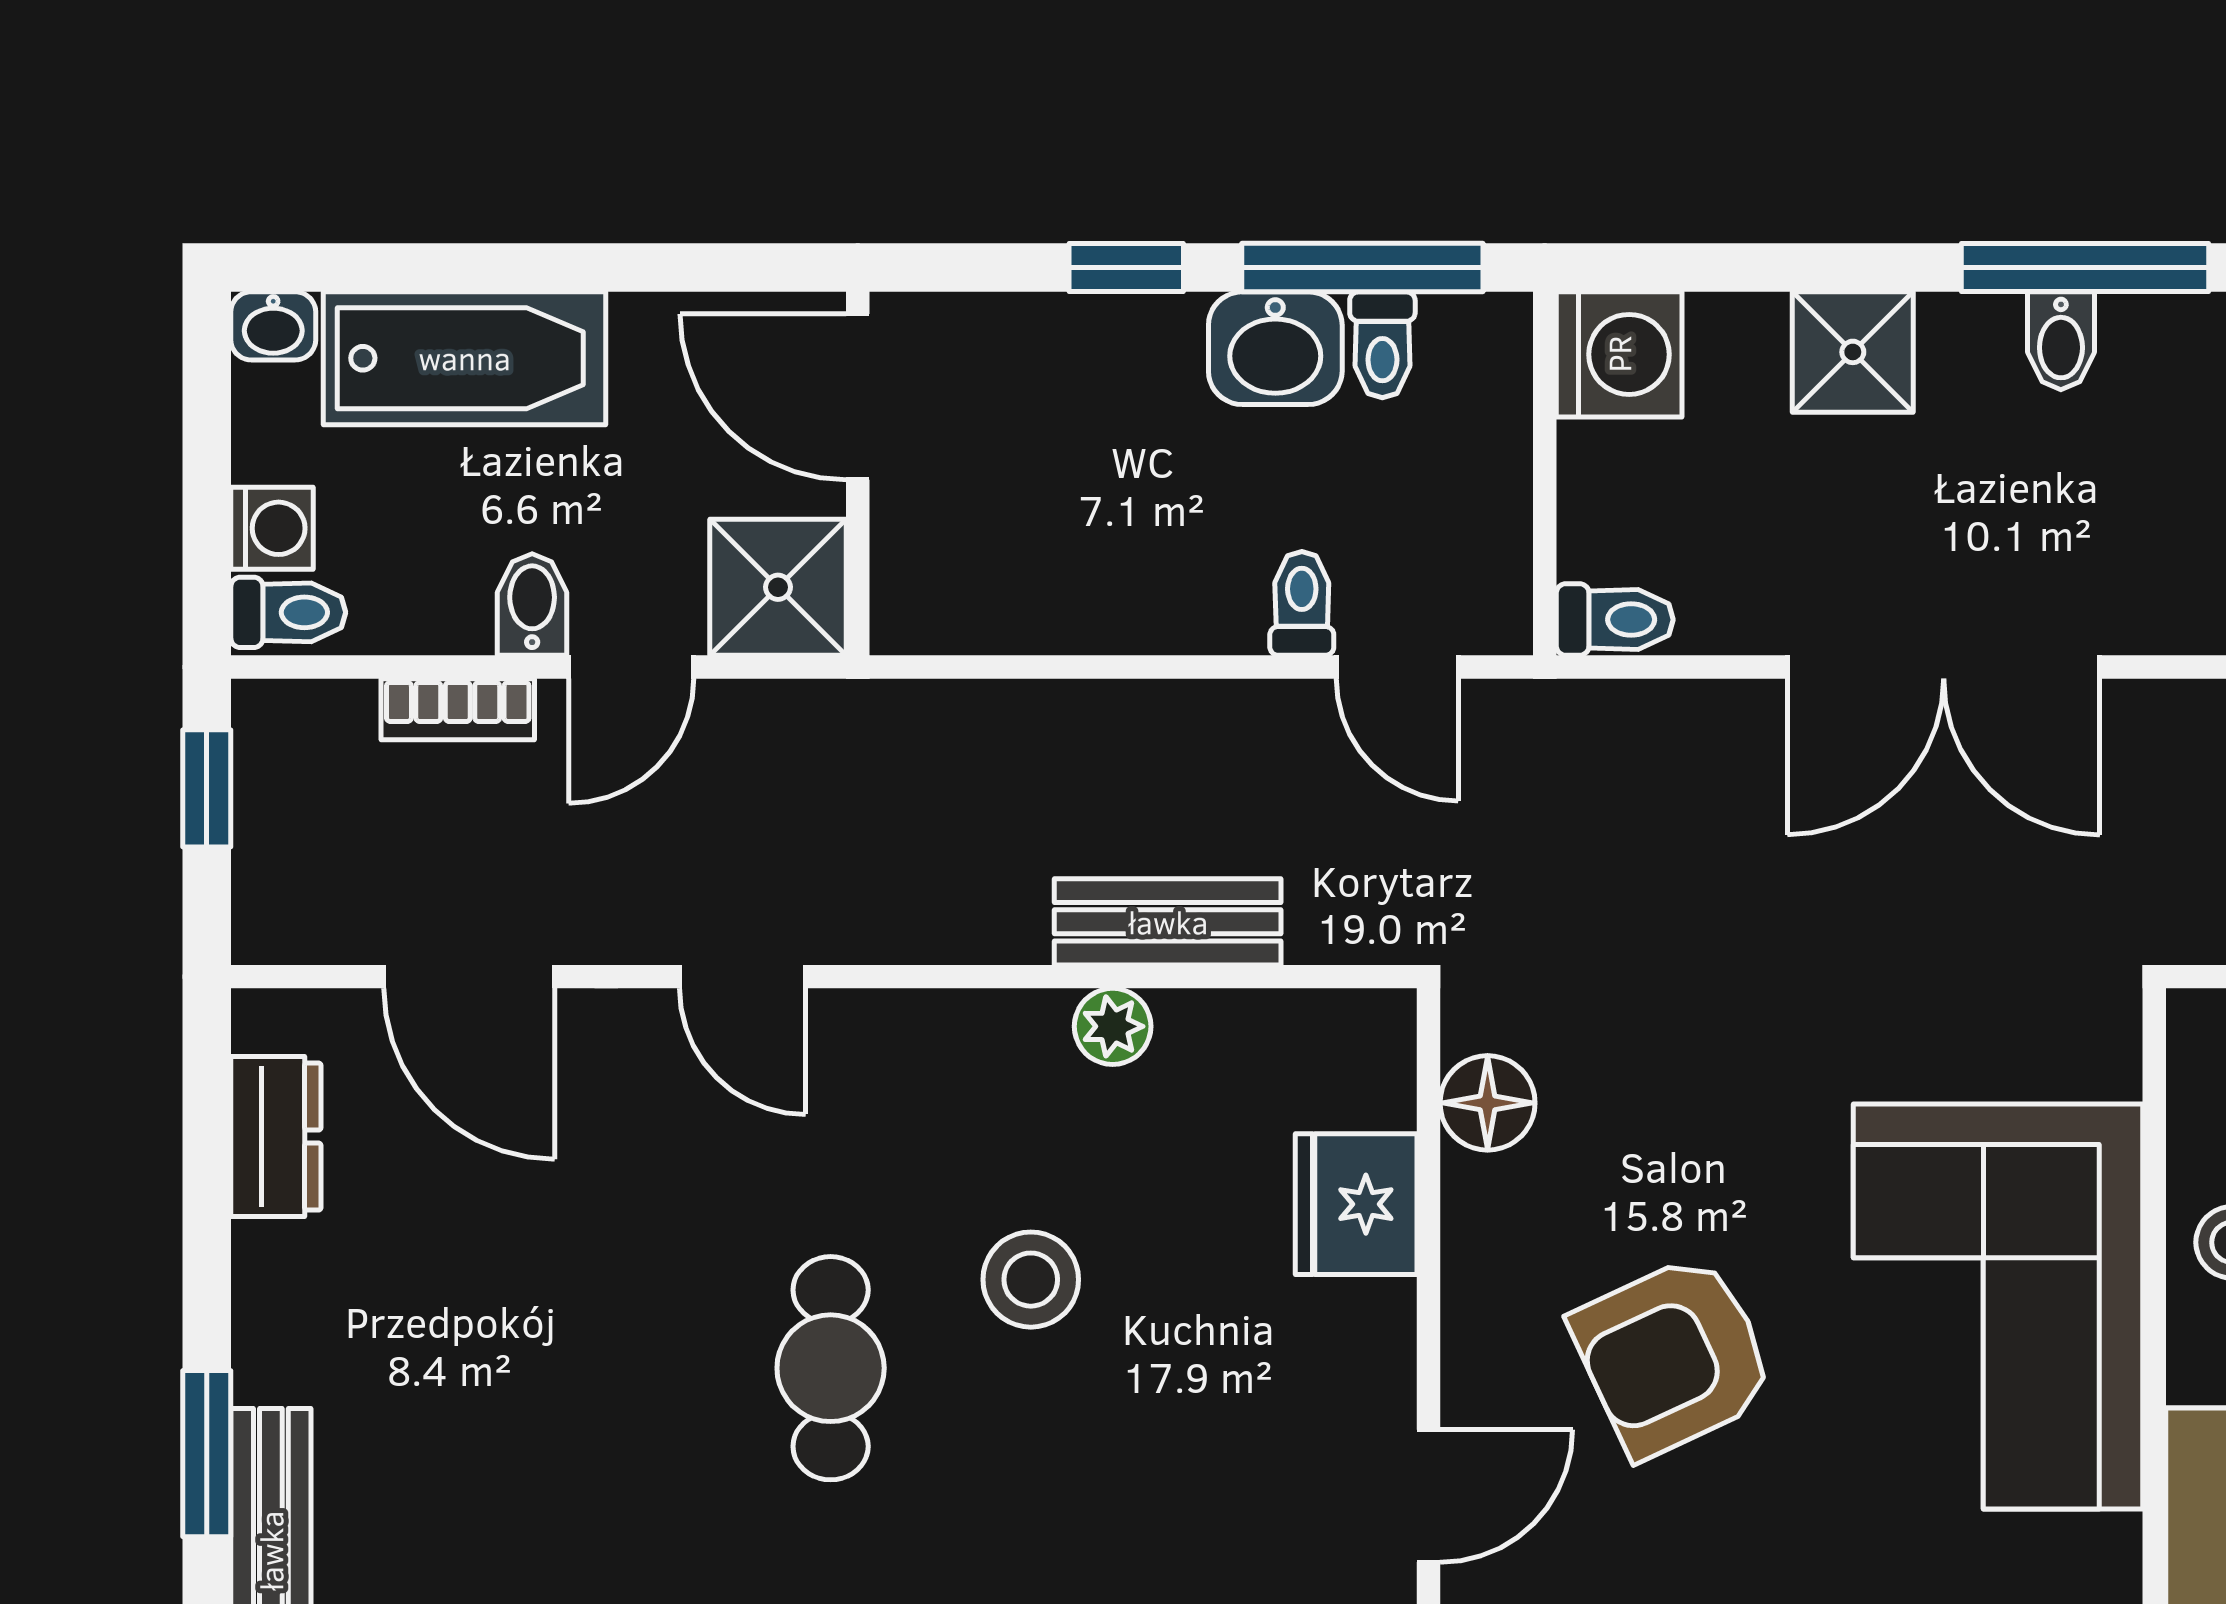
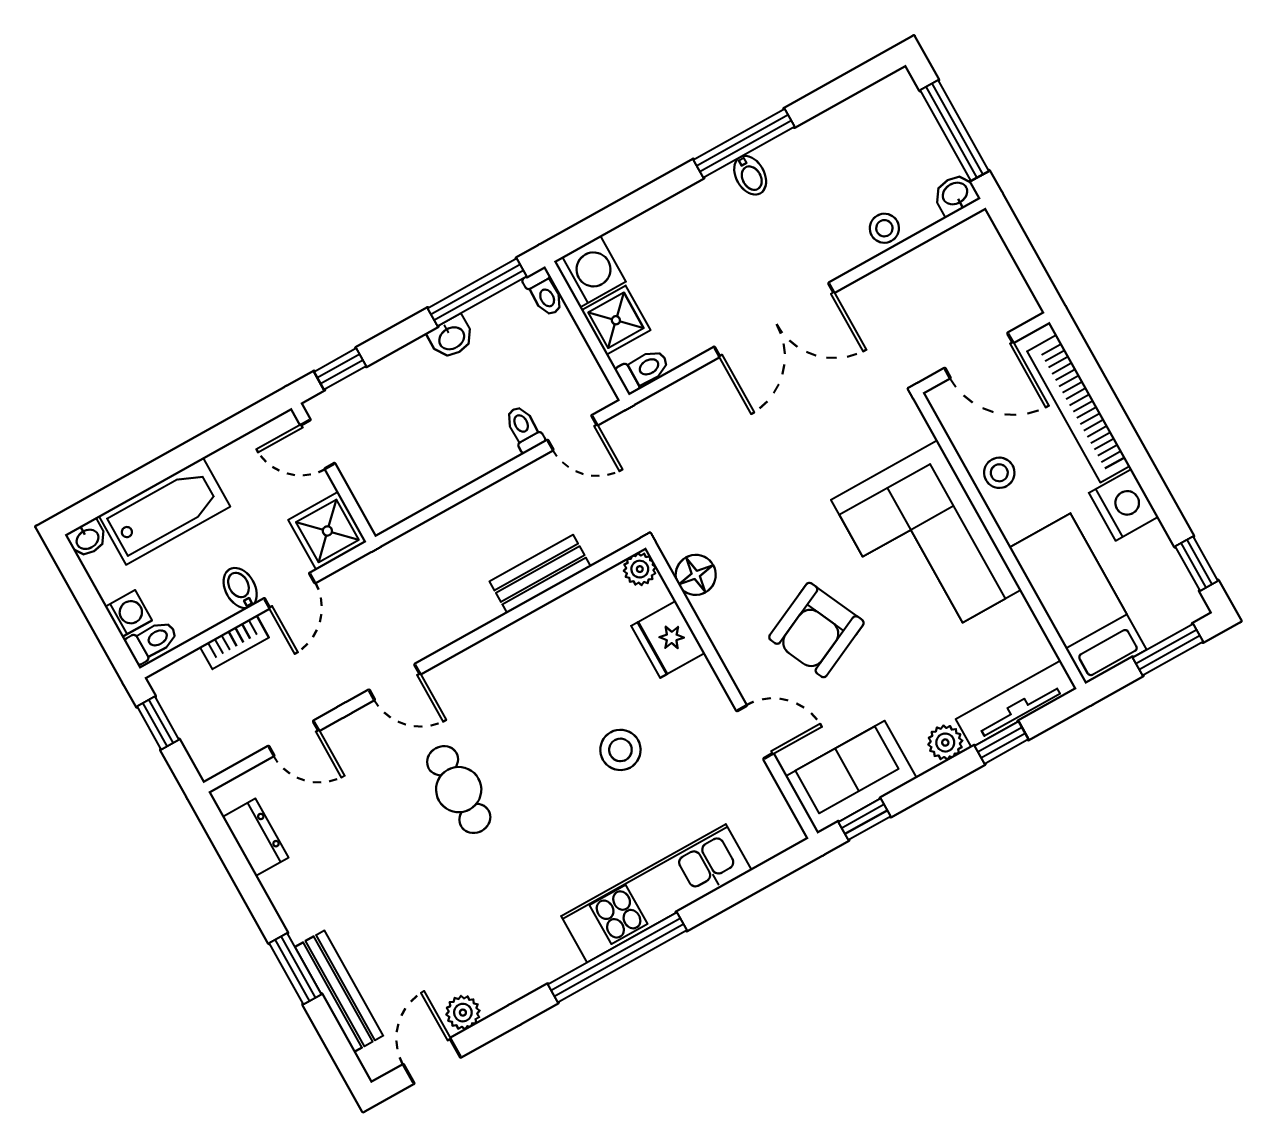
window: (1126, 267) -> (340, 369), moved
toilet: (1382, 345) -> (544, 292), moved
washbasin: (1275, 348) -> (451, 337), width x0.72, depth x0.69
shower: (1853, 352) -> (616, 320), moved
door: (858, 397) -> (318, 444), width x0.73
door: (469, 977) -> (294, 738), width x0.73
plant: (1113, 1026) -> (640, 569), moved
stool: (1031, 1280) -> (620, 750), moved
cafe table: (831, 1368) -> (459, 790), moved
door: (1429, 1496) -> (755, 732), hinge flipped

